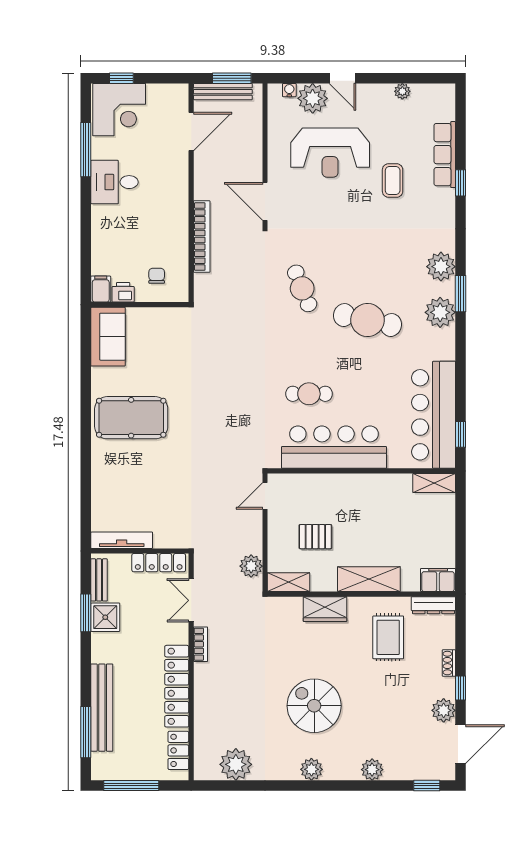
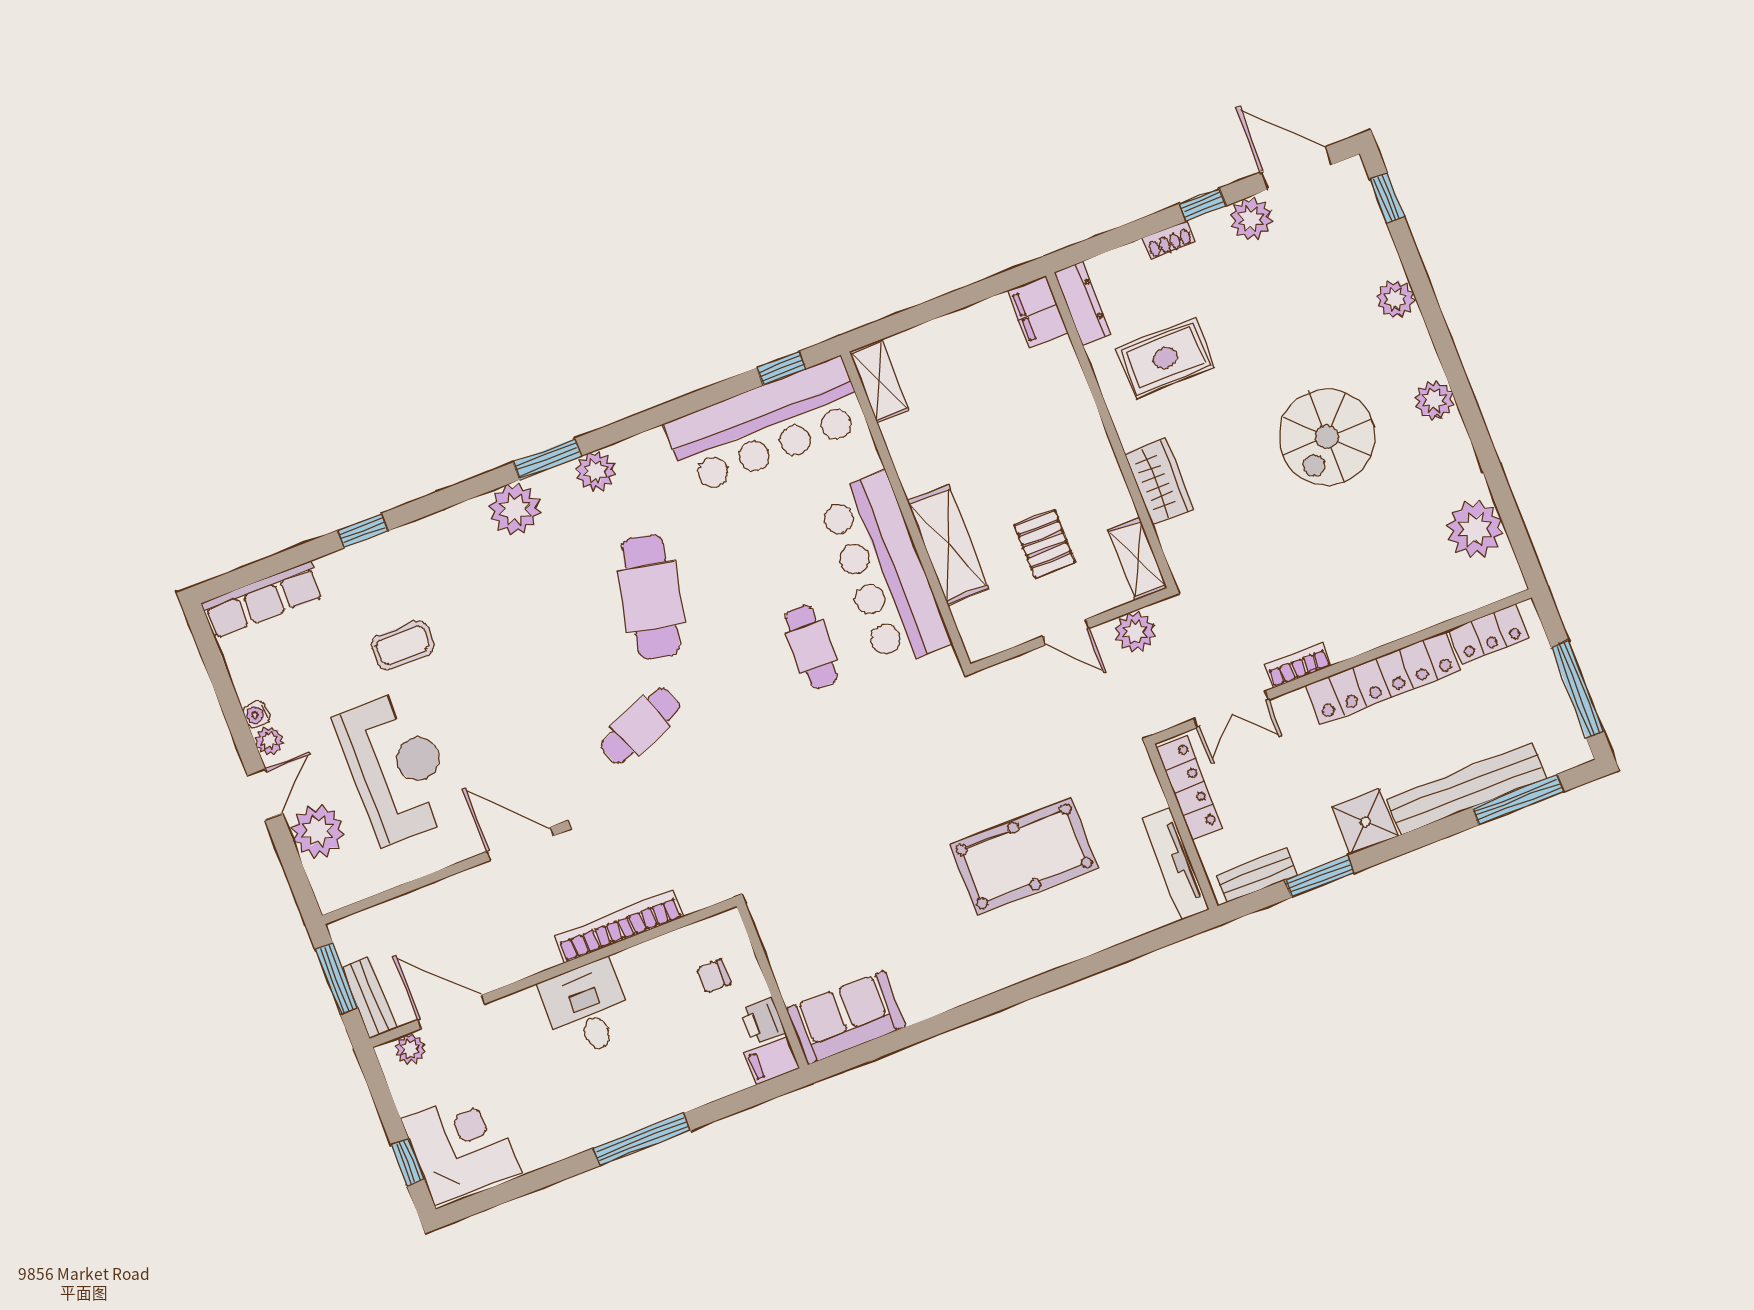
water cooler: (289, 90) -> (257, 714), moved
plant: (402, 91) -> (269, 741), moved
bench: (223, 92) -> (369, 998), width x0.73
plant: (180, 103) -> (410, 1049), added
window: (86, 150) -> (641, 1140), moved
row of seats: (445, 155) -> (263, 600), moved
desk: (114, 182) -> (587, 1009), moved, turned 180
door: (265, 201) -> (520, 844), swing flipped
plant: (440, 312) -> (596, 472), width x0.73, depth x0.73
pool table: (131, 418) -> (1024, 856), moved, turned 90
door: (265, 496) -> (1065, 632), moved
shelving: (369, 579) -> (948, 544), moved
shower: (105, 617) -> (1365, 822), moved

